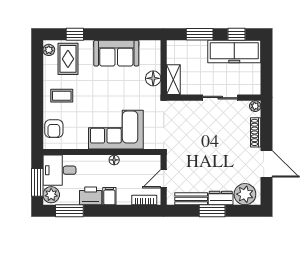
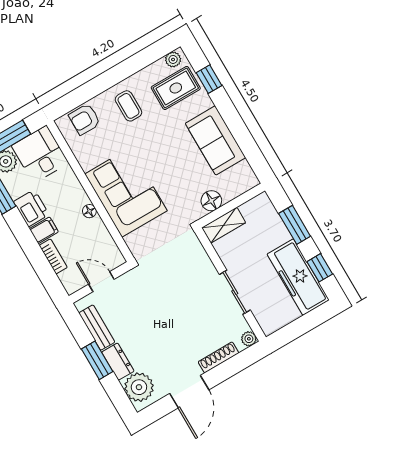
bookcase: (144, 200) -> (53, 256), moved

